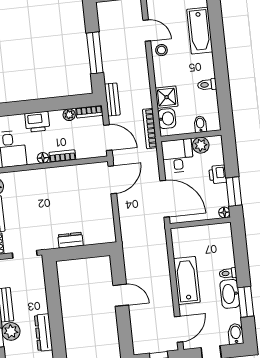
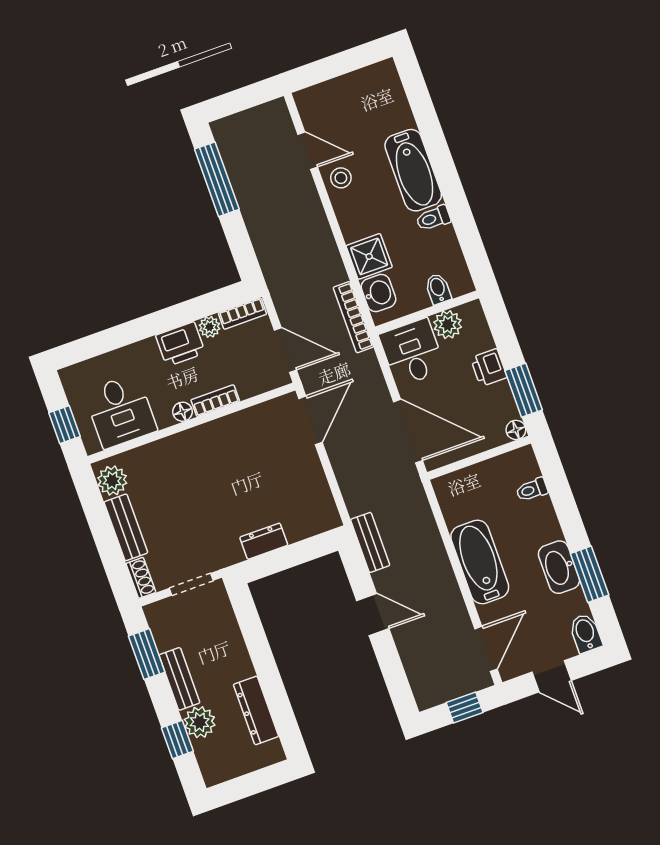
bathtub: (200, 31) -> (413, 170), moved
window: (95, 53) -> (217, 179), moved
bench: (112, 99) -> (370, 542), moved
printer: (37, 122) -> (180, 344), moved
toilet: (228, 273) -> (532, 490), moved

